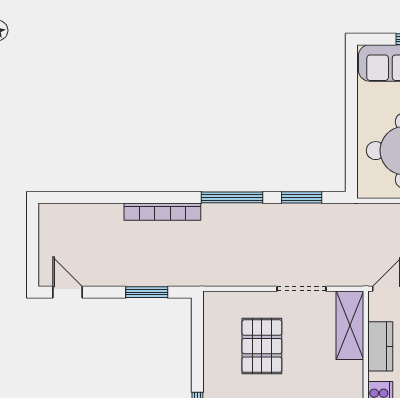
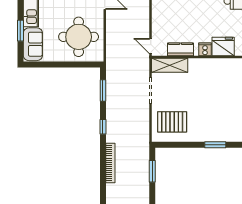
window: (232, 197) -> (103, 127), width x0.46
pallet: (262, 346) -> (172, 122), moved

